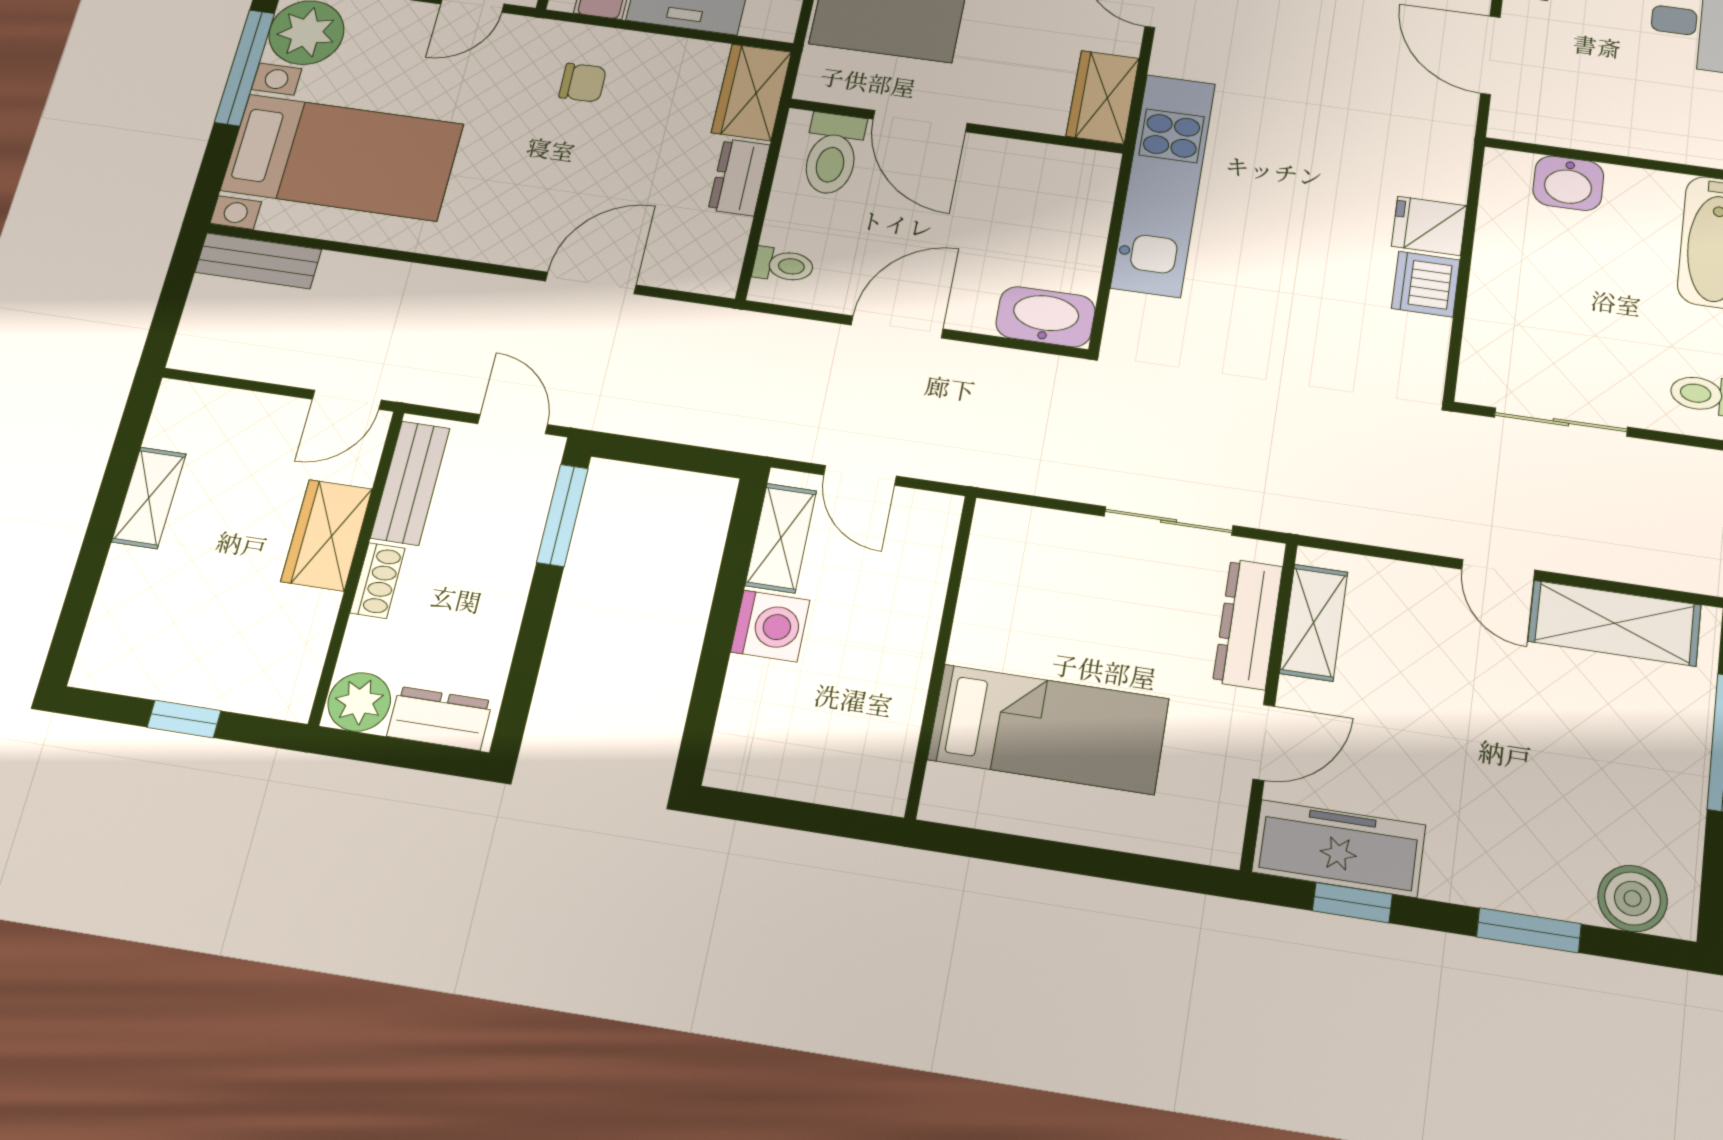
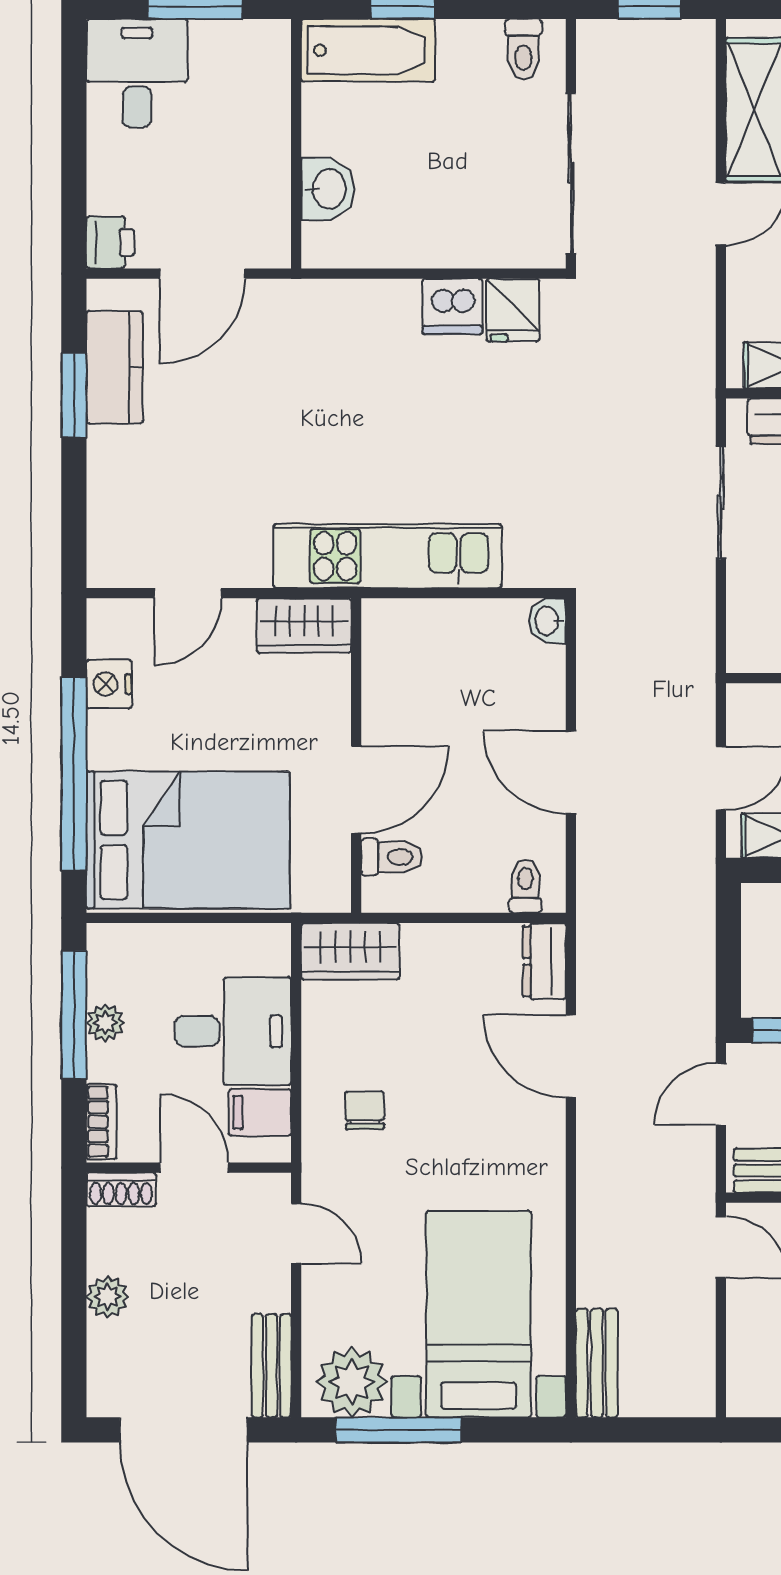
toilet: (832, 154) -> (392, 857), width x0.73, depth x0.72
dresser: (739, 177) -> (544, 961), moved, turned 90
fridge: (1429, 226) -> (513, 310), moved
washbasin: (1045, 317) -> (548, 621), width x0.52, depth x0.69
sliding door: (1561, 422) -> (571, 173), width x1.37

